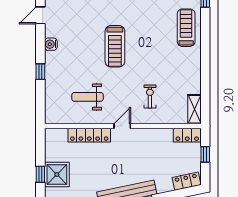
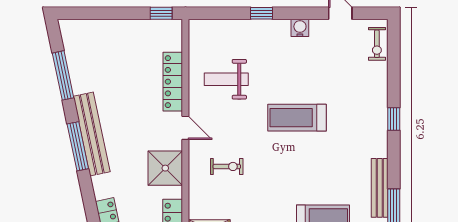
weight bench: (88, 97) -> (226, 79), turned -90
window: (40, 174) -> (161, 13), moved
shower: (57, 175) -> (165, 168), moved

